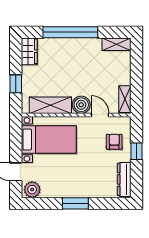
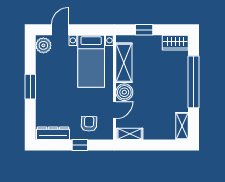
armchair: (114, 142) -> (89, 124), turned -88

